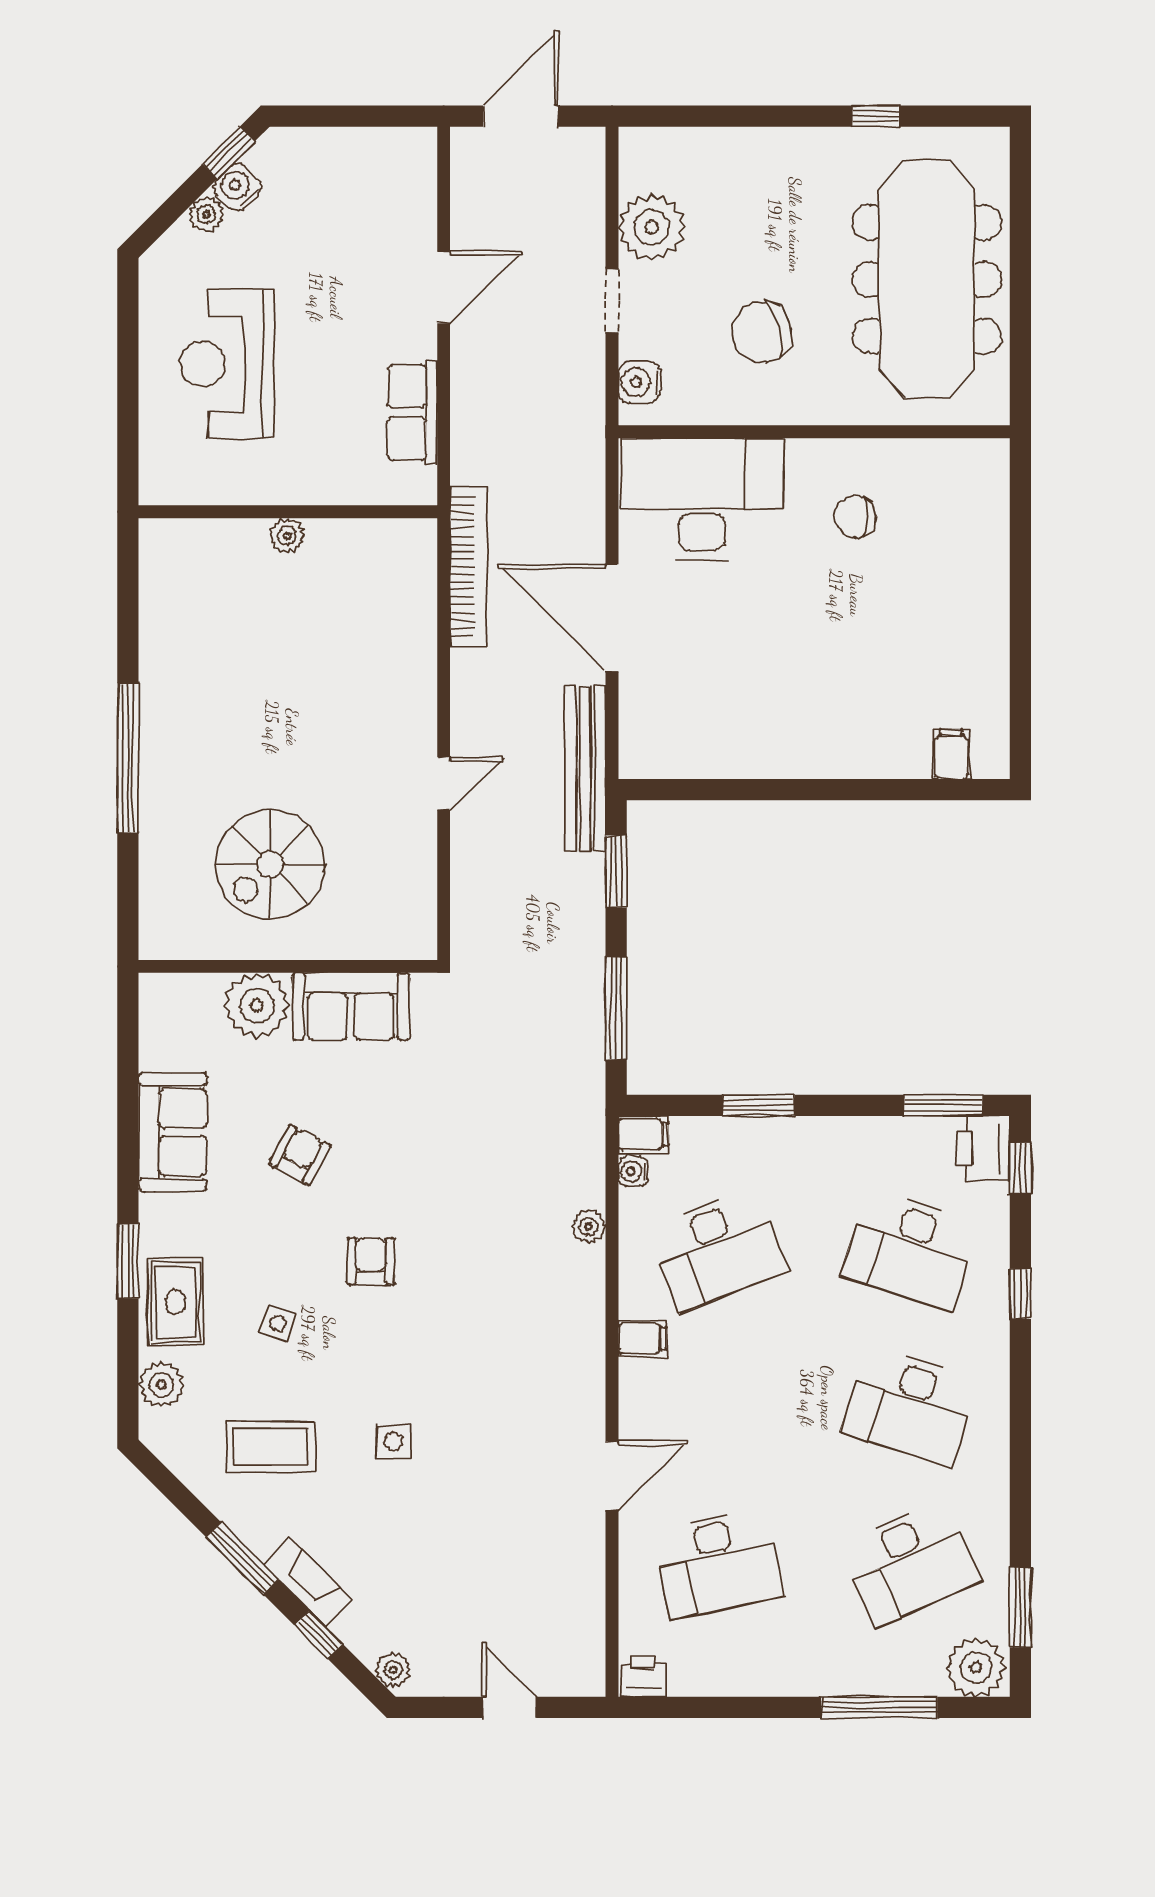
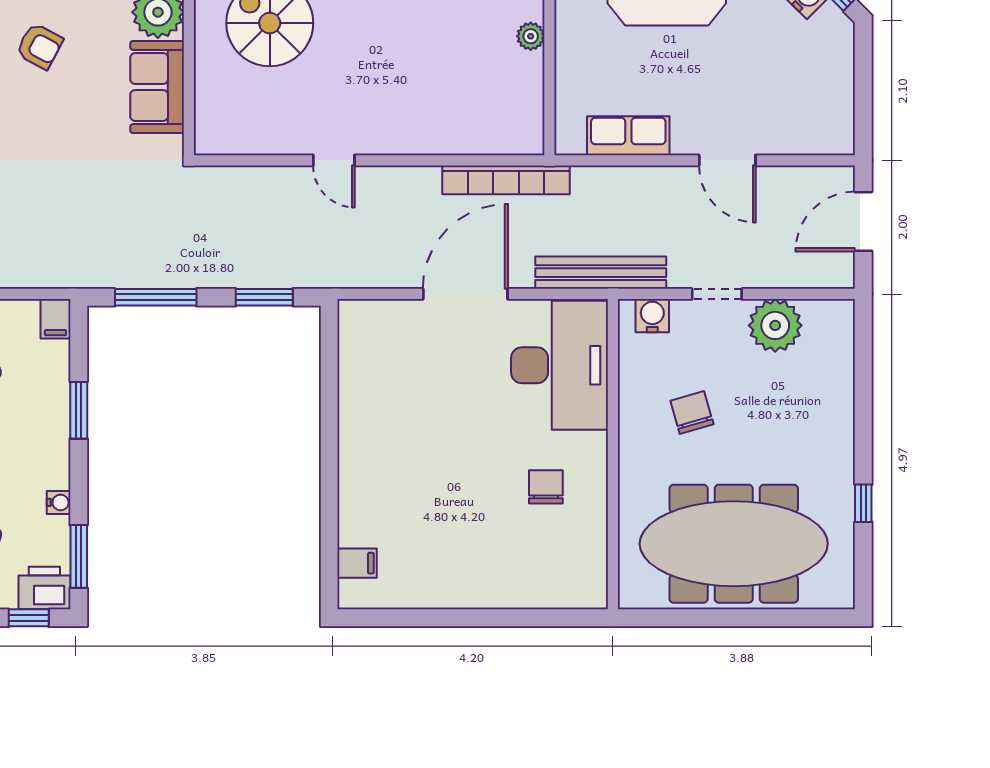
door: (521, 116) -> (863, 221), swing flipped
chair: (761, 332) -> (692, 412), width x0.73, depth x0.73
bench: (585, 768) -> (601, 273), moved
water cooler: (633, 1171) -> (59, 502), moved, turned 90

